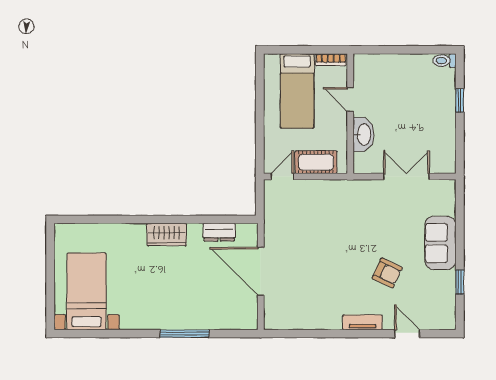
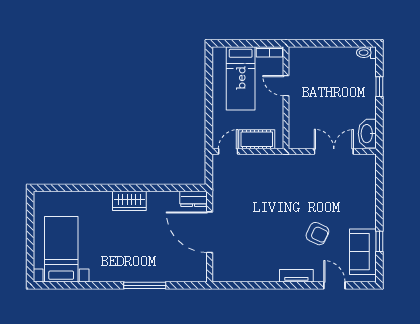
washbasin: (363, 135) -> (367, 134), moved, turned 180
dresser: (219, 232) -> (193, 199), moved
sofa: (440, 243) -> (363, 252), moved

